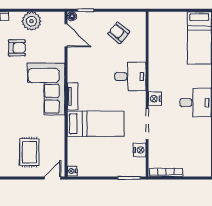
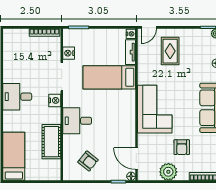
armchair: (17, 48) -> (182, 147), turned -90
cot: (158, 54) -> (51, 142), added
tv unit: (73, 96) -> (130, 52), moved

